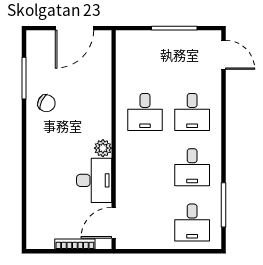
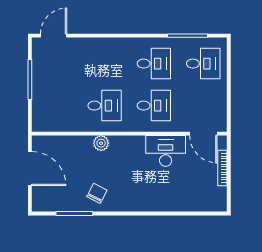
desk: (192, 112) -> (154, 106), moved
plant: (103, 148) -> (101, 143), moved

